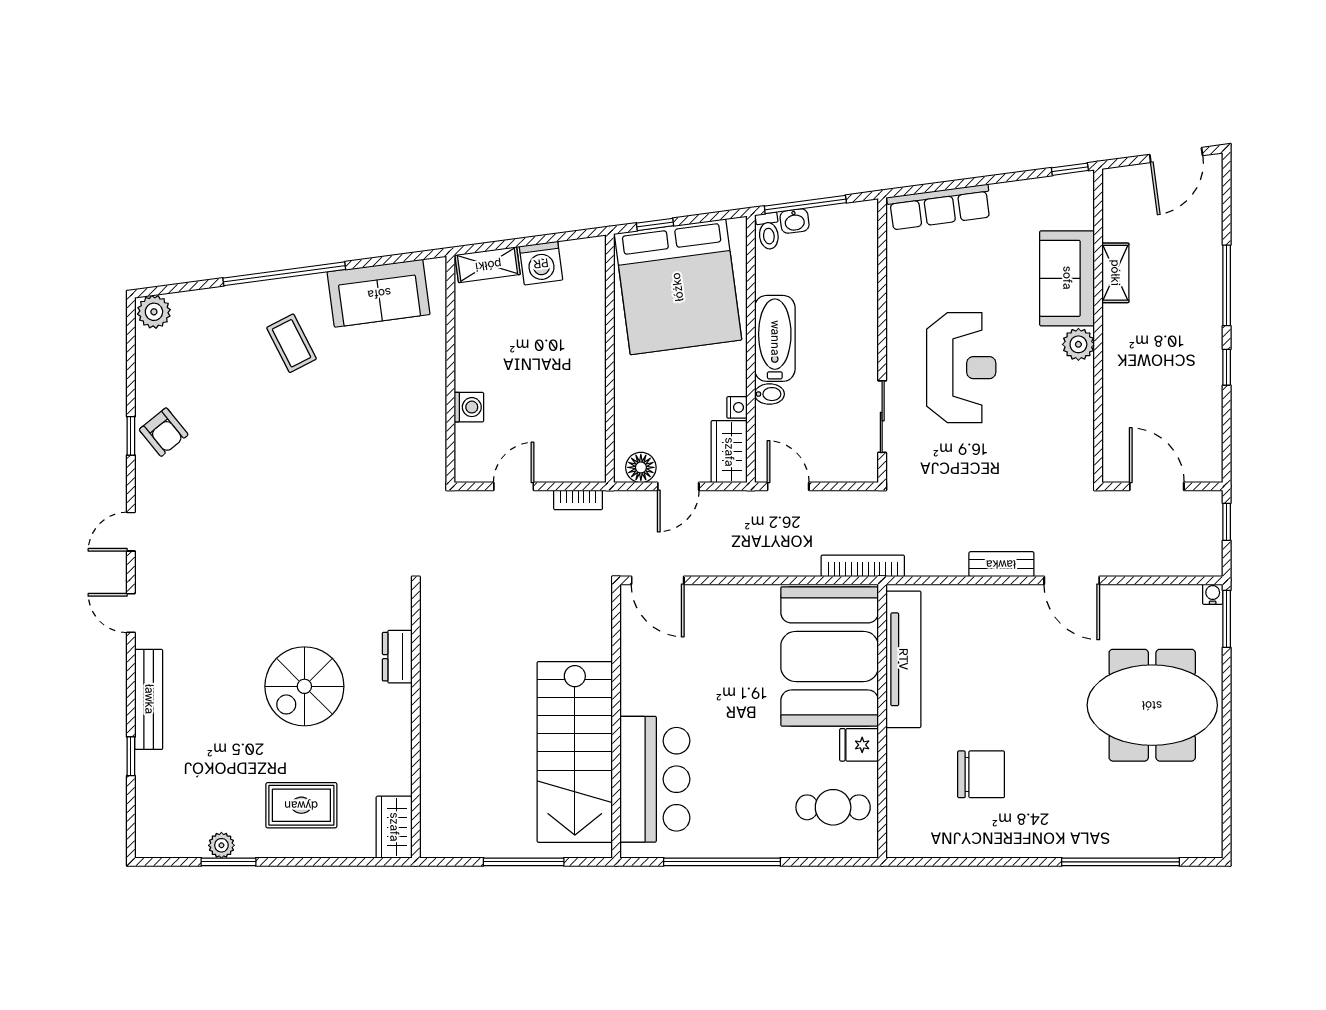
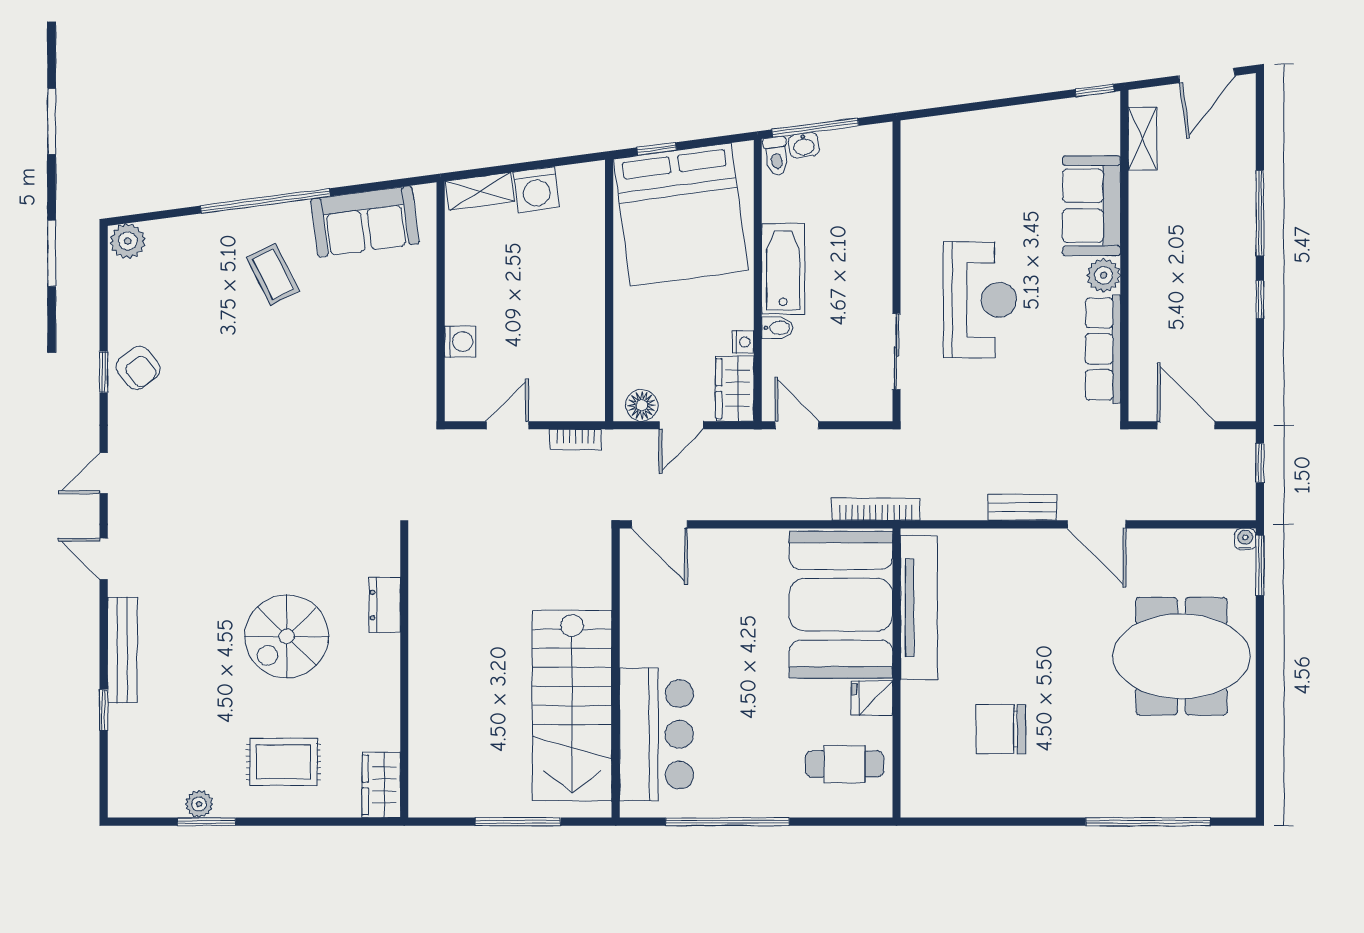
row of seats: (939, 207) -> (1103, 349), moved, turned 98
shelving: (1115, 273) -> (1143, 138), moved
chair: (981, 774) -> (1001, 729), turned 180

